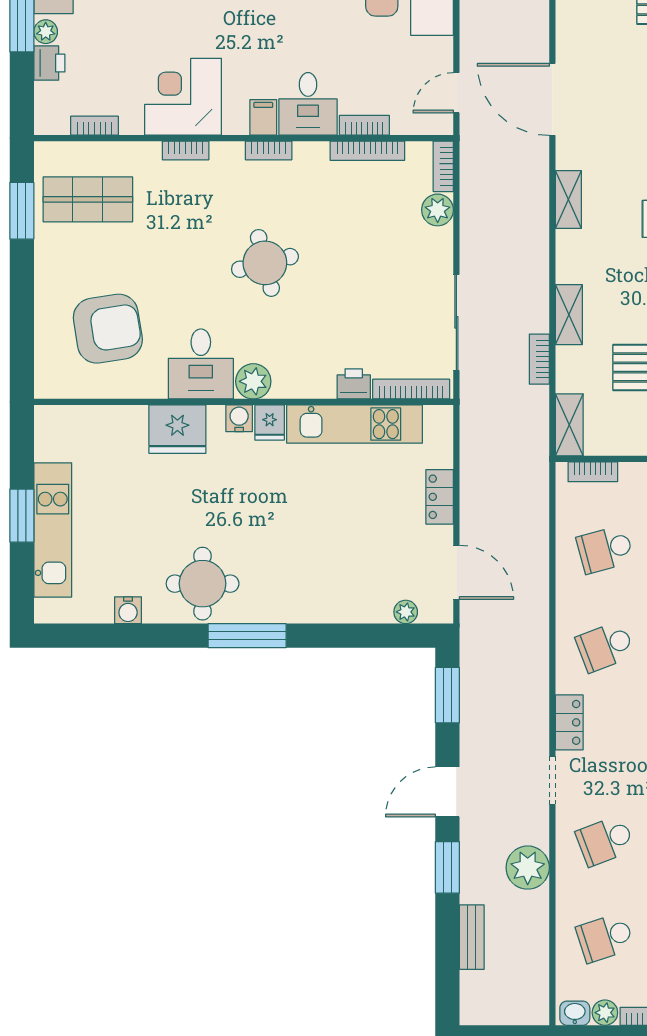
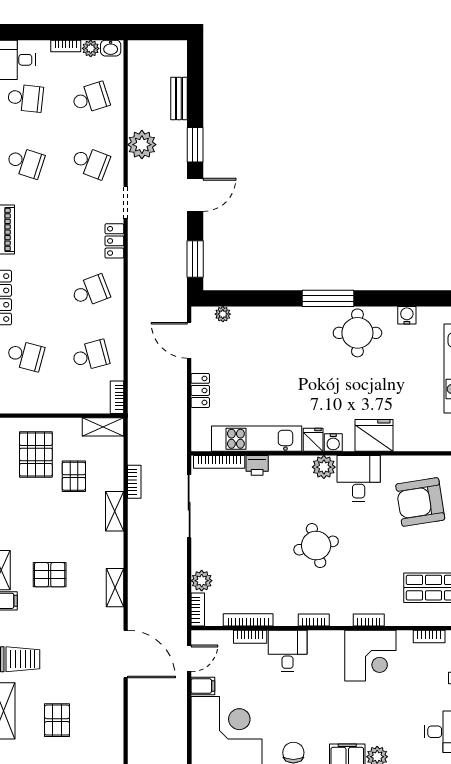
filing cabinet: (263, 117) -> (203, 686), moved, turned -90
shelving: (569, 425) -> (103, 427), moved, turned 90
bookcase: (593, 472) -> (117, 397), moved, turned -90
school desk: (605, 841) -> (91, 162), turned 42

